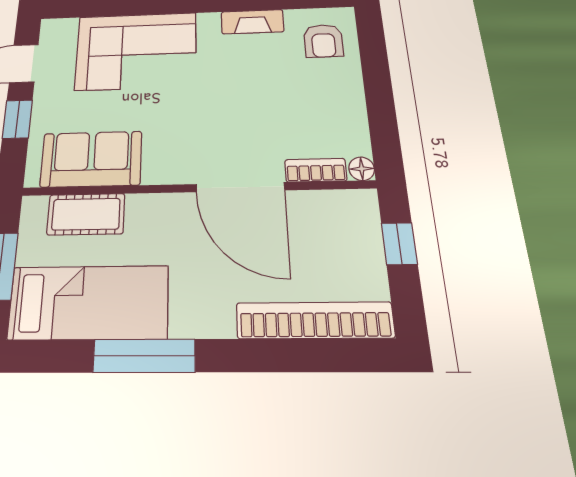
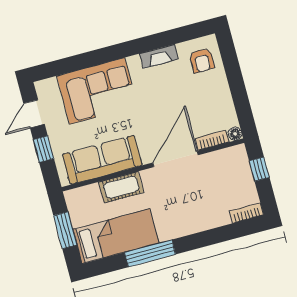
sofa: (91, 159) -> (102, 160), width x1.36
door: (240, 187) -> (175, 159), swing flipped
cot: (86, 214) -> (121, 187), moved
bookcase: (315, 320) -> (246, 213), width x0.43, depth x0.76

